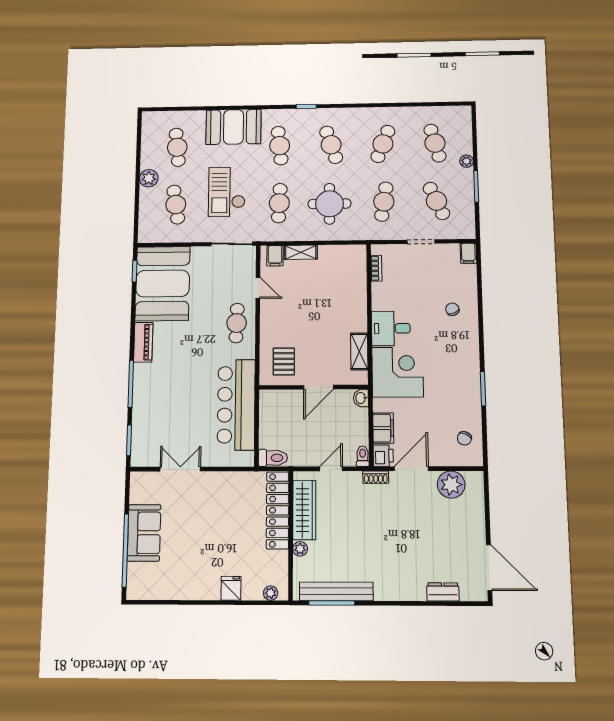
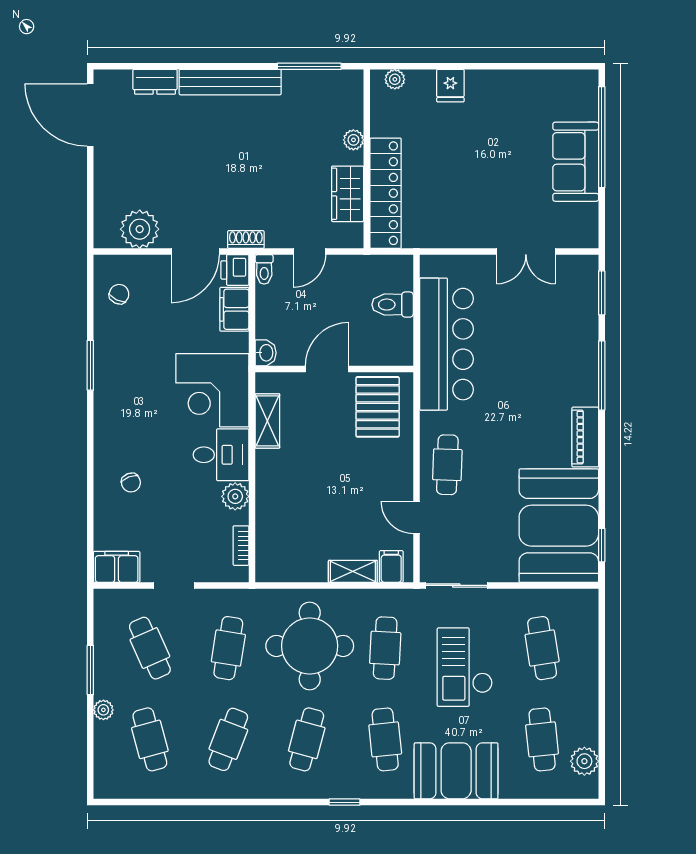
cafe table: (331, 145) -> (307, 739), turned 33
plant: (149, 178) -> (584, 761), moved
checkout: (227, 192) -> (465, 667), turned 180
round table: (329, 204) -> (310, 646), width x1.36, depth x1.36
filing cabinet: (468, 253) -> (117, 567), width x2.00
plant: (381, 301) -> (235, 496), added
pallet: (284, 361) -> (378, 407), width x1.50, depth x1.42
toilet: (273, 458) -> (393, 305), moved
wardrobe: (304, 510) -> (348, 194), width x0.67
bench: (336, 591) -> (230, 82), moved

